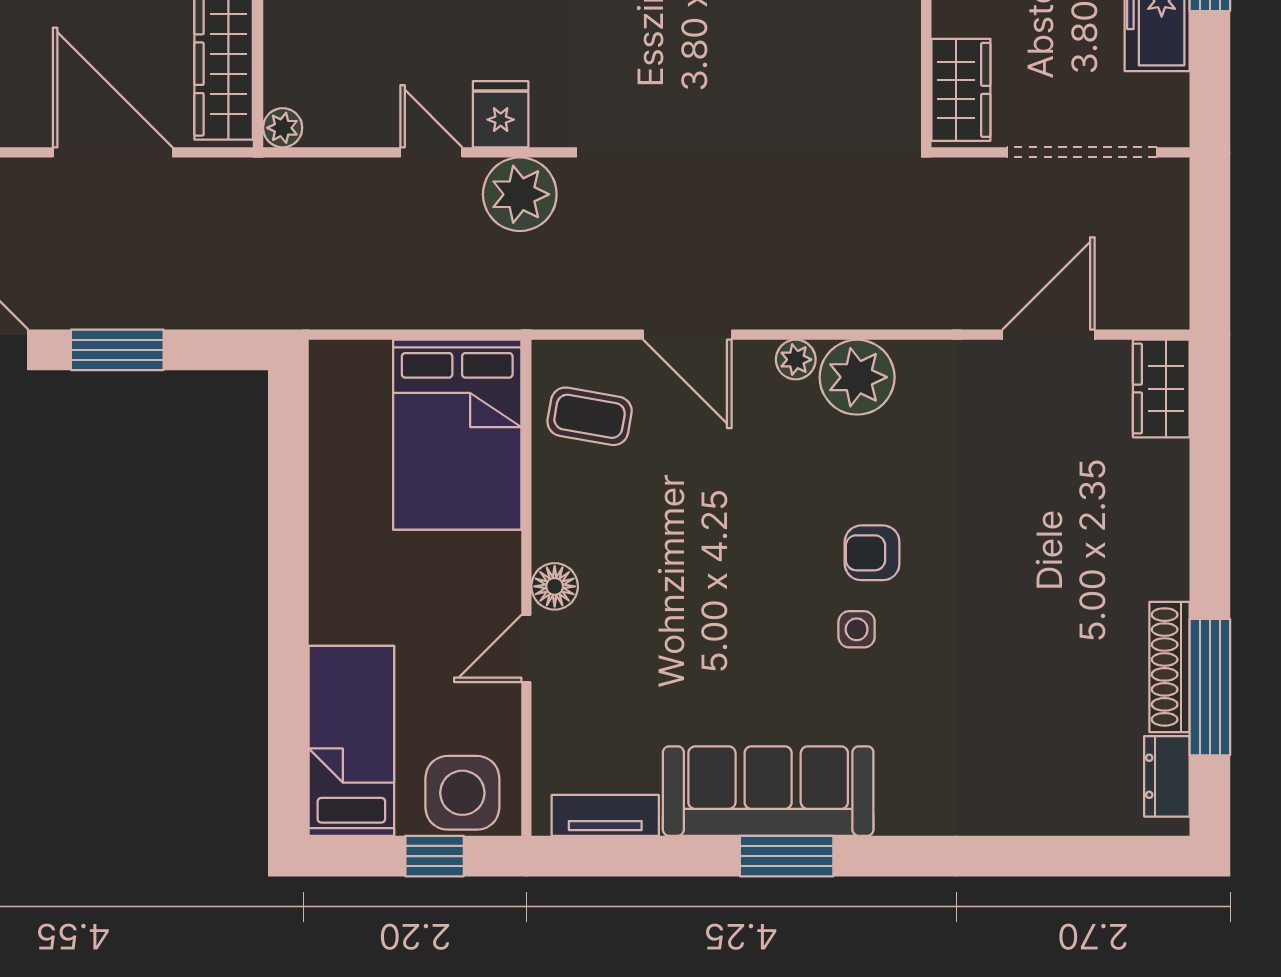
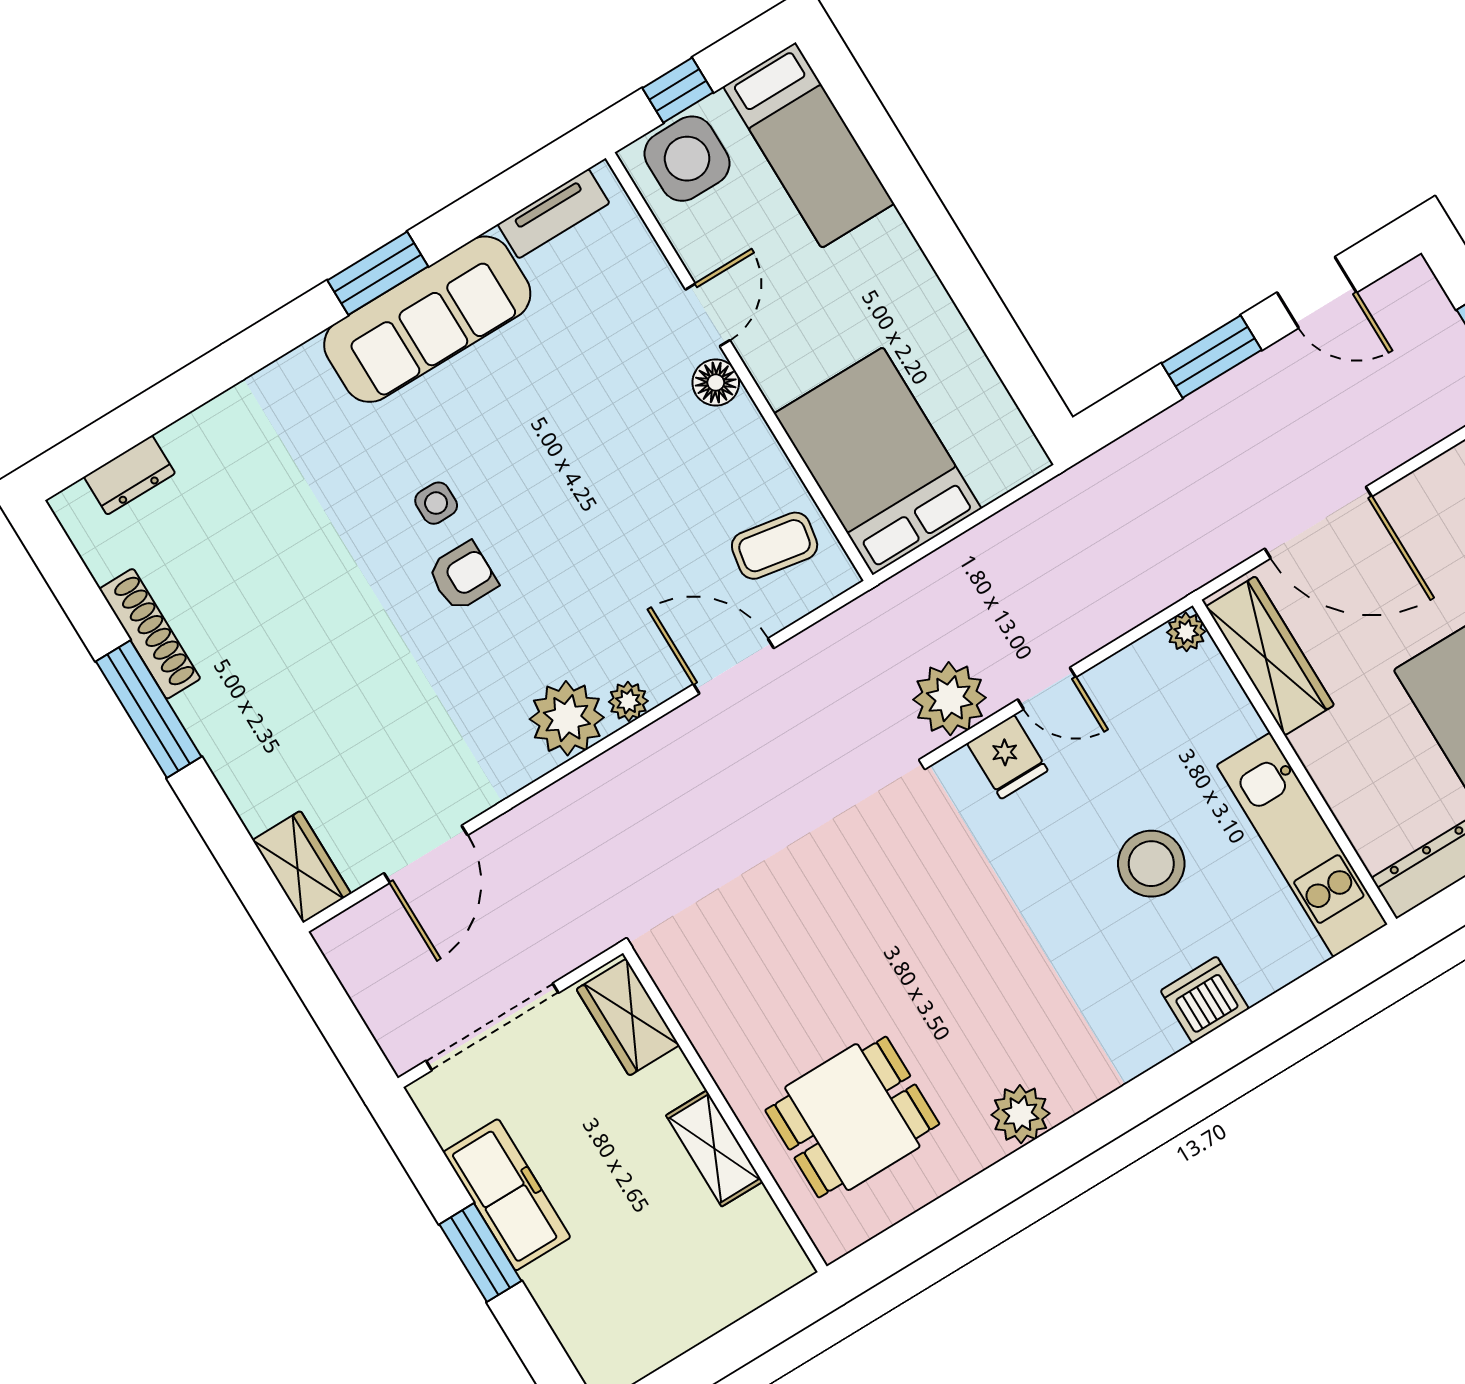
window: (1210, 687) -> (149, 709), moved
dresser: (1167, 776) -> (129, 475), moved, turned 90

